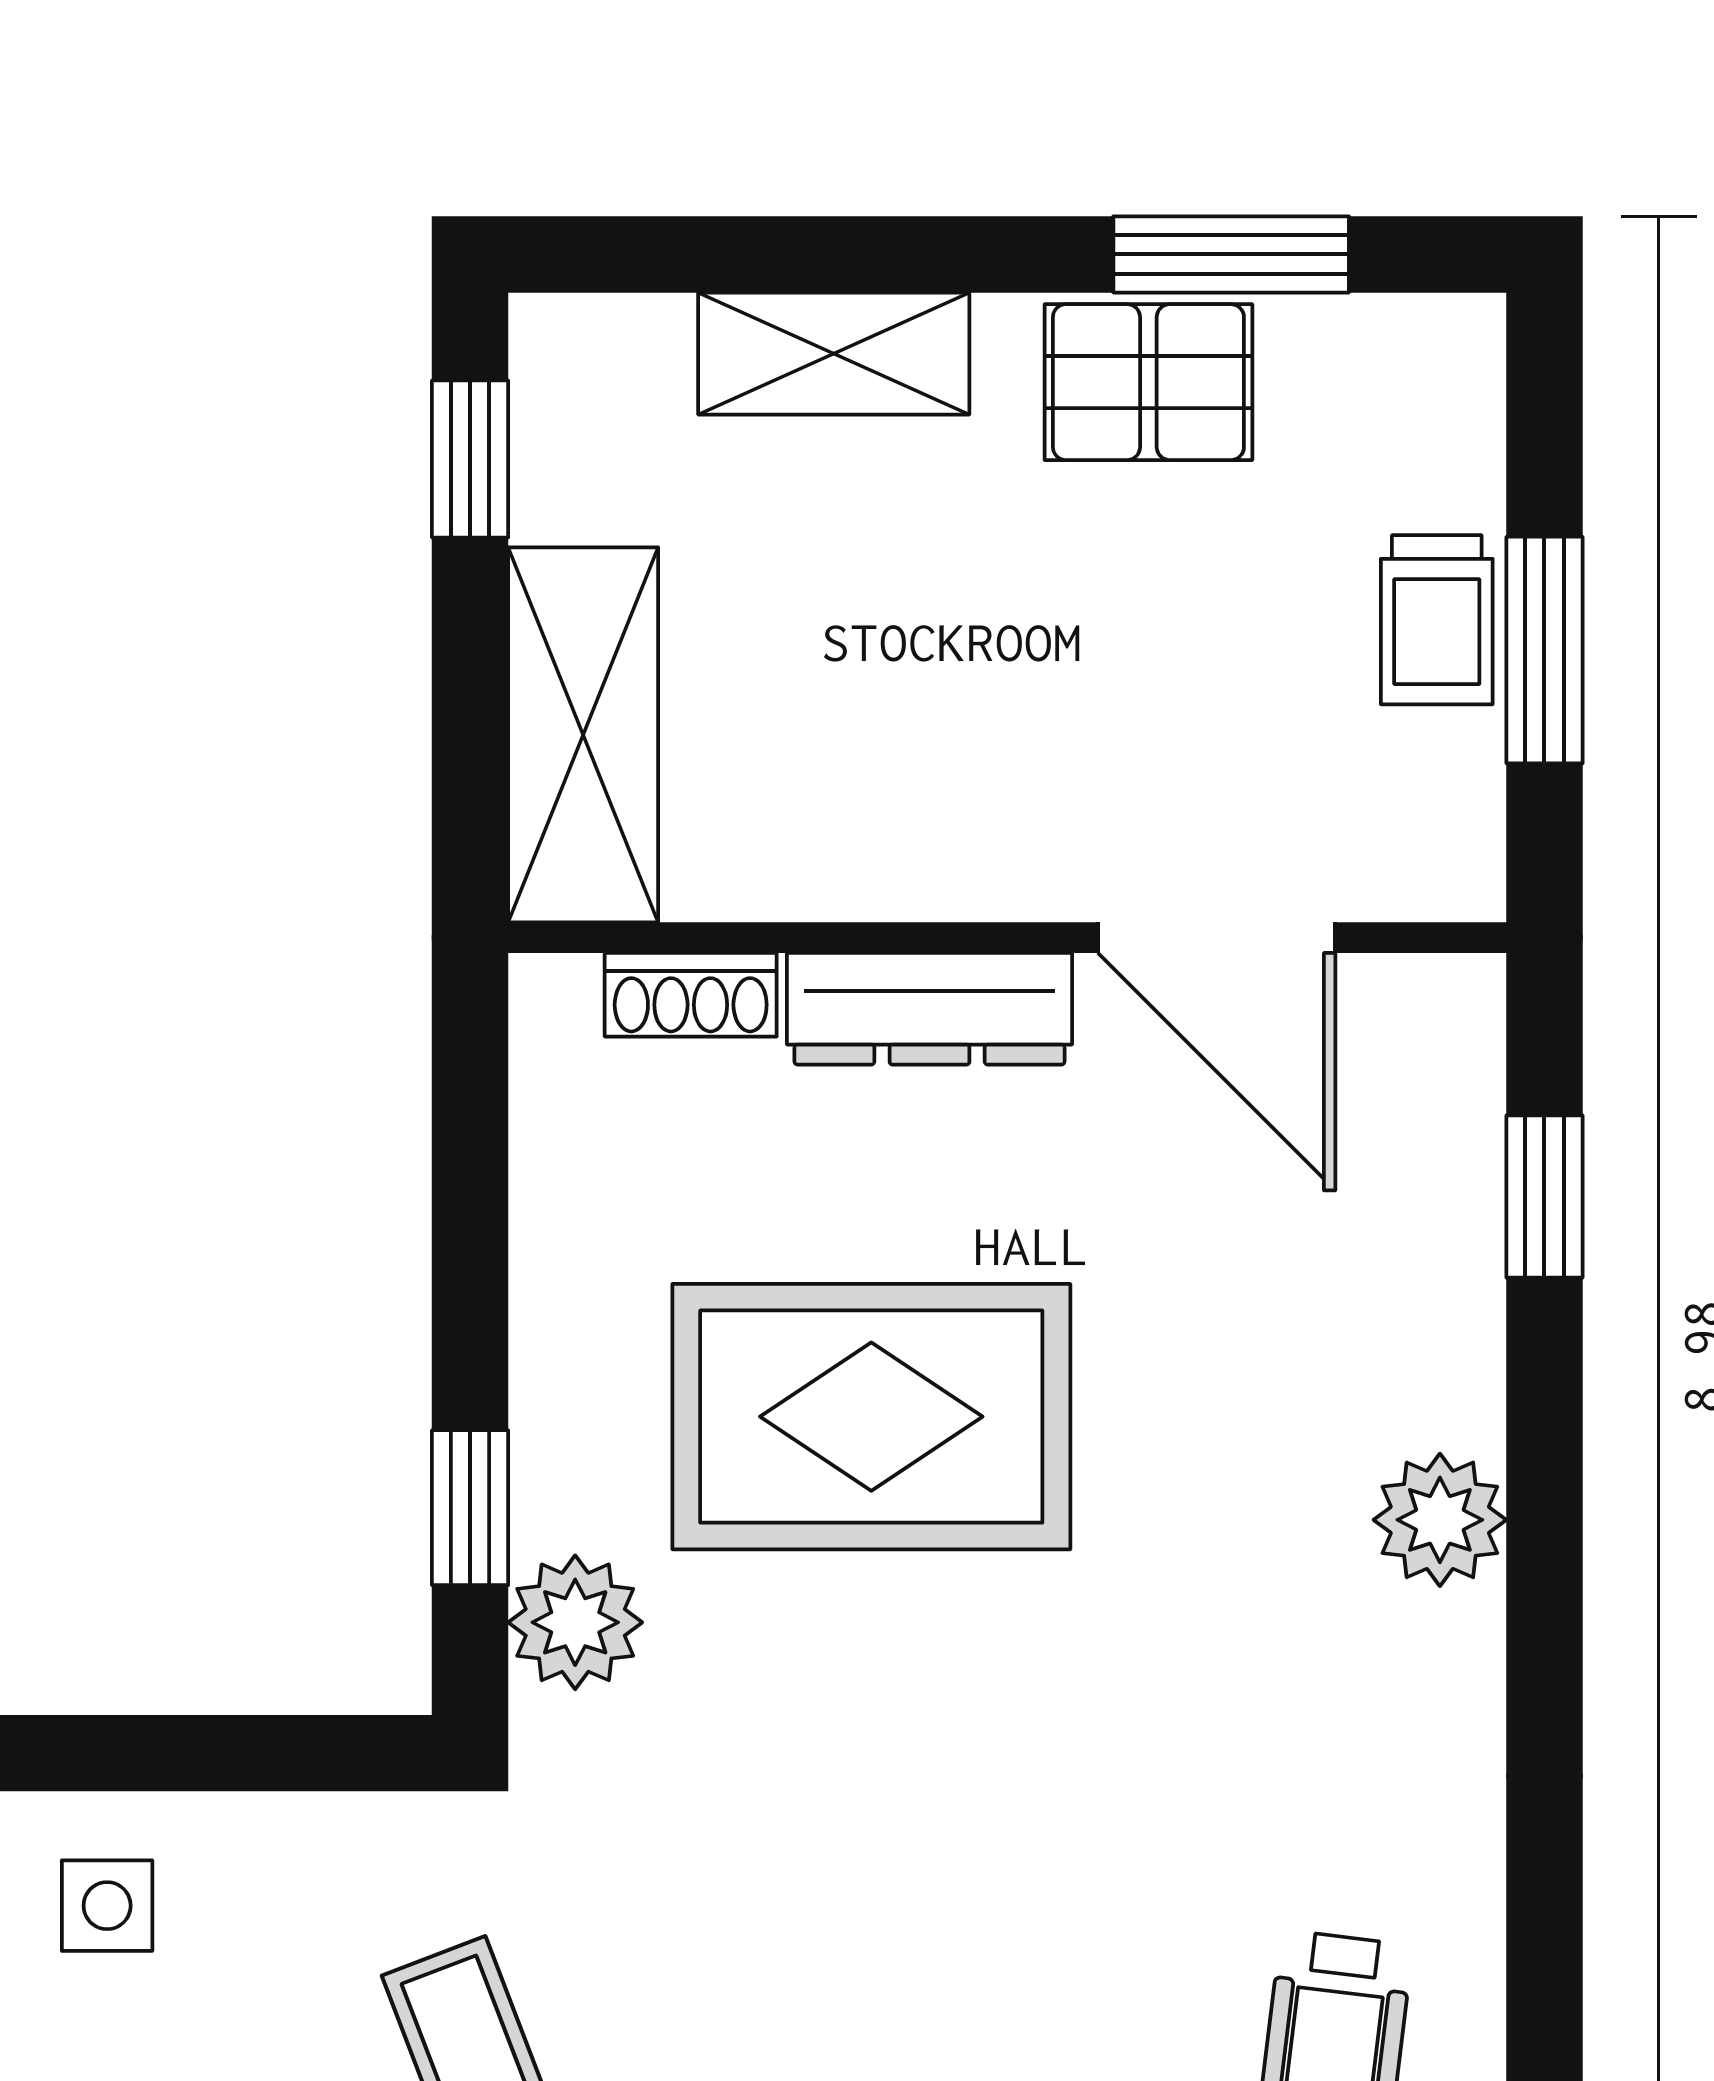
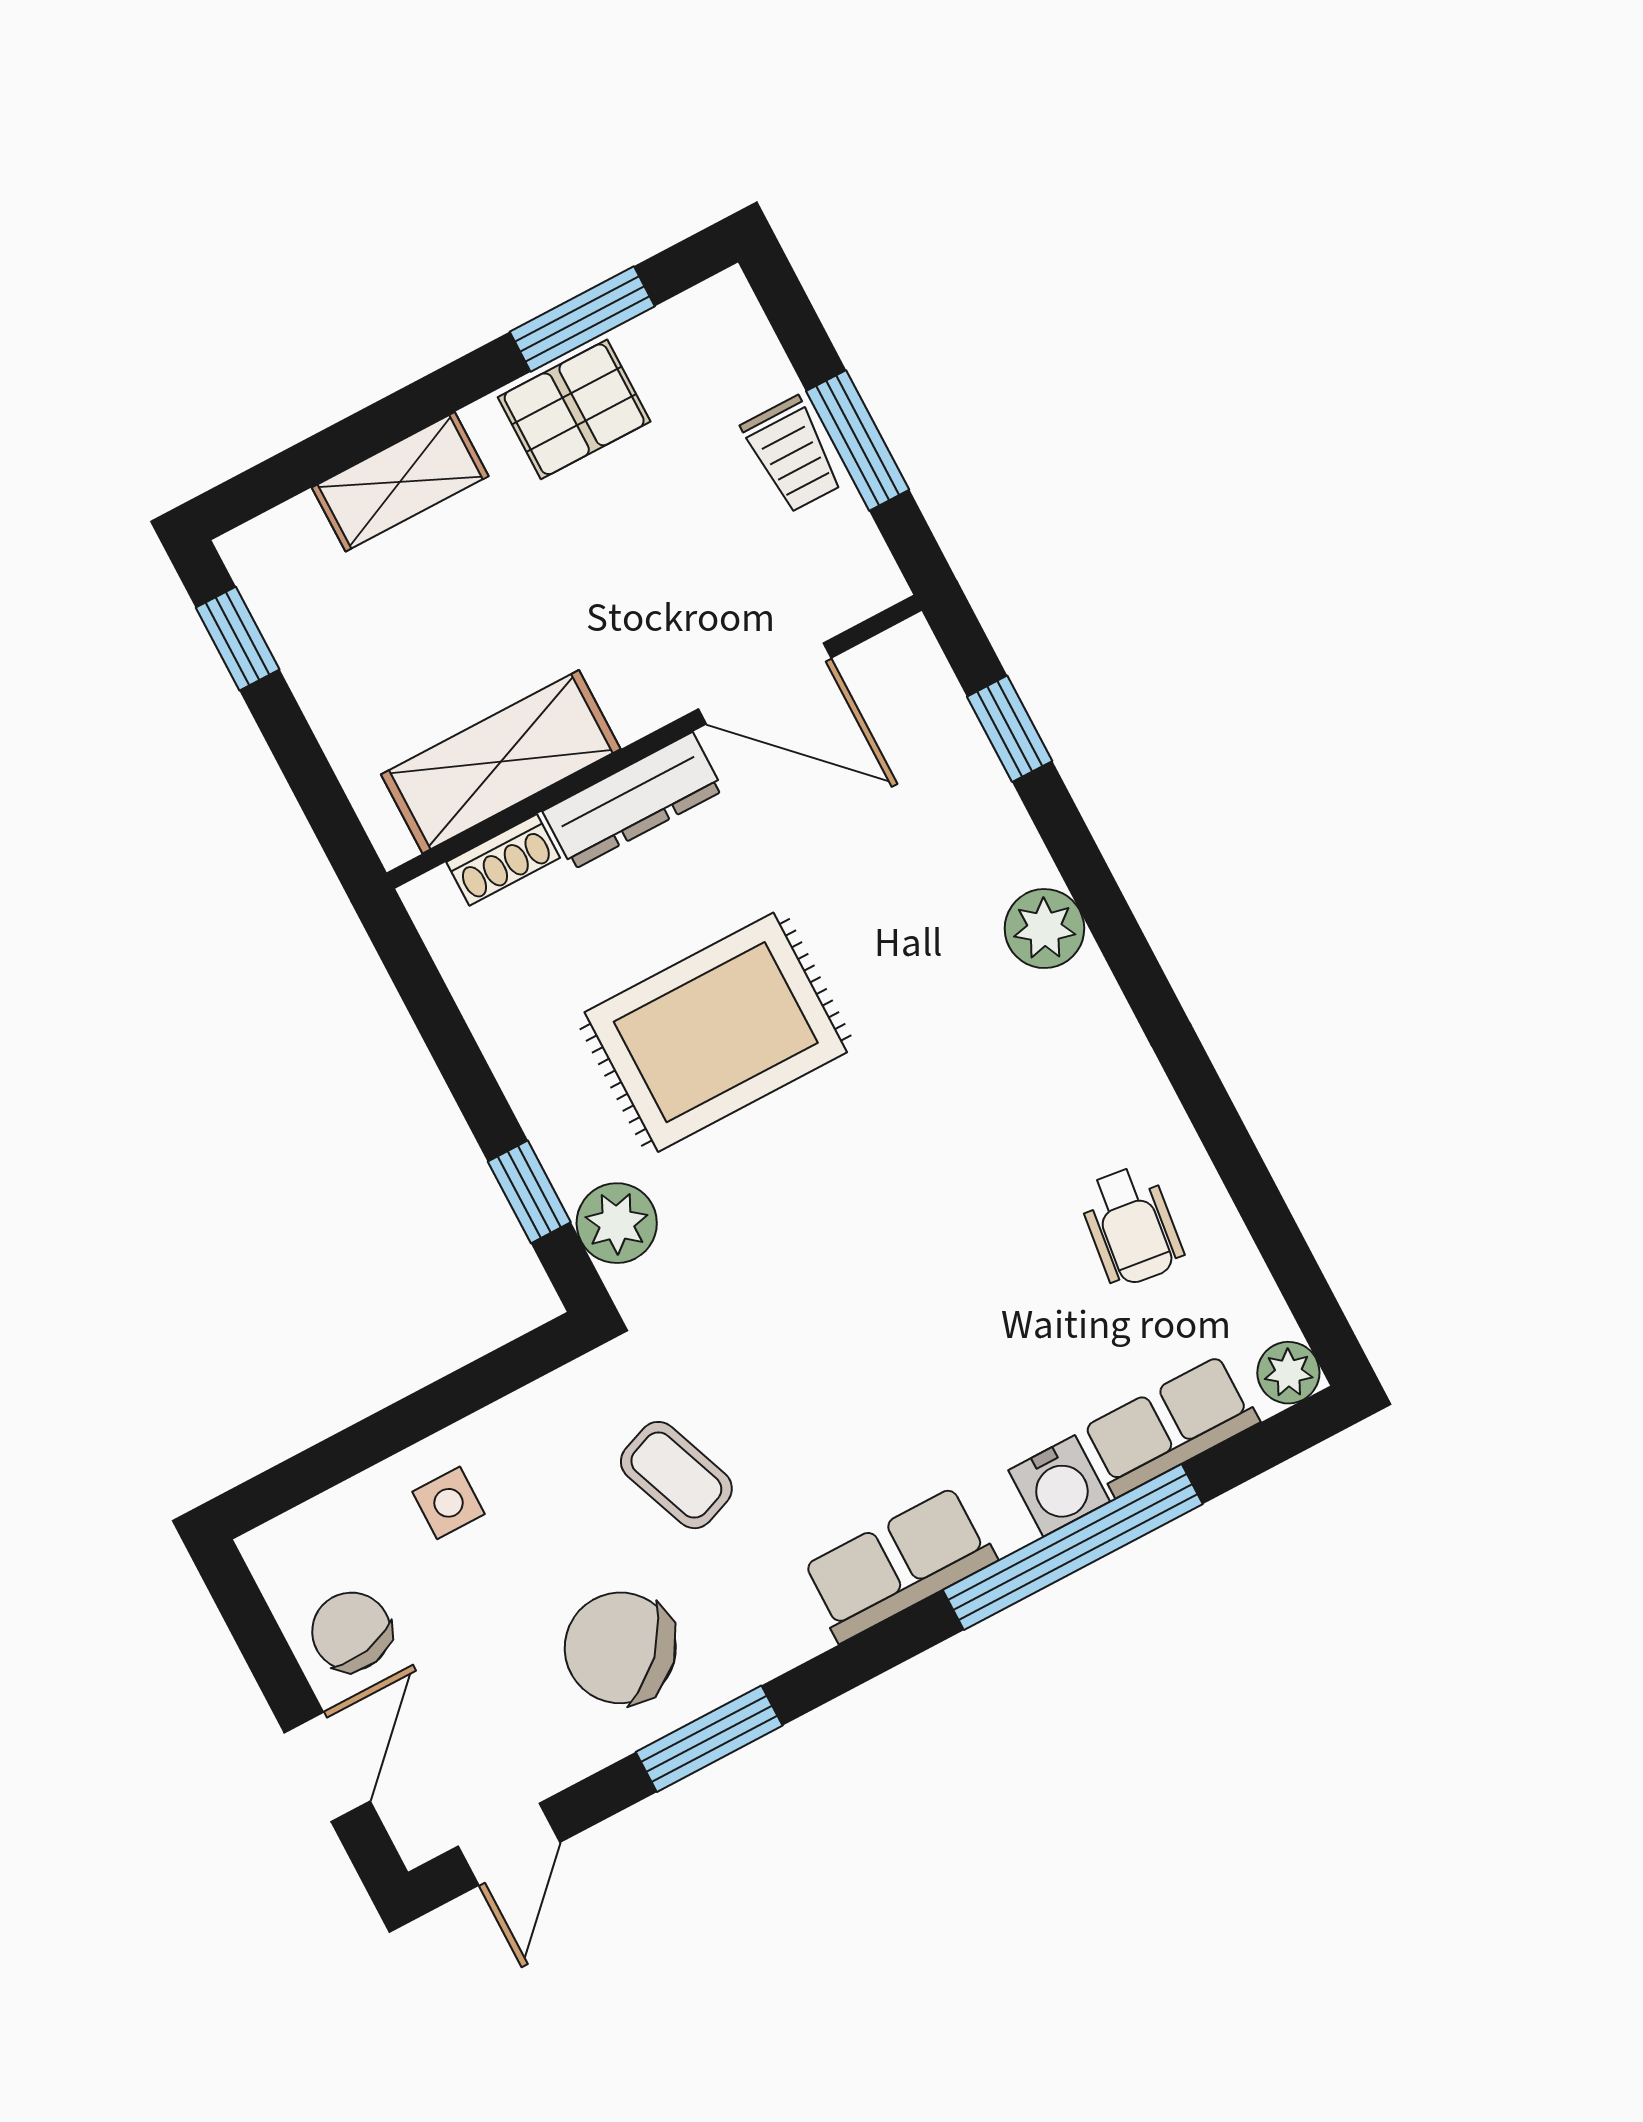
shelving: (583, 735) -> (501, 762), moved, turned 90

